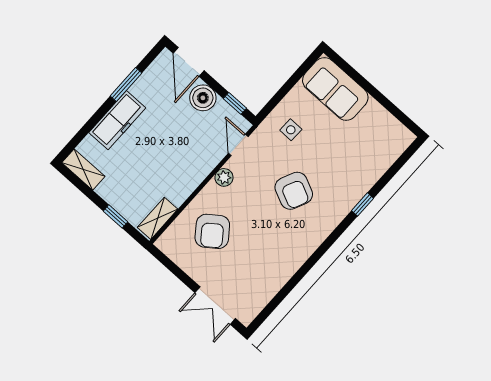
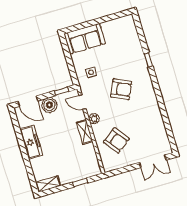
window: (126, 85) -> (20, 138), removed
freezer: (117, 120) -> (31, 142), moved
shelving: (158, 218) -> (85, 132), moved

